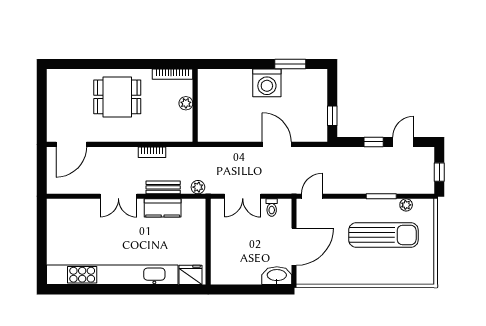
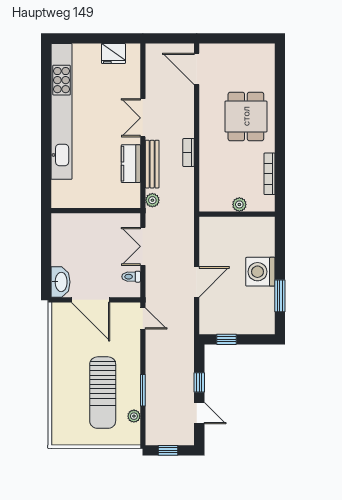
plant: (186, 103) -> (239, 204), moved
wall: (195, 105) -> (237, 214), moved
bench: (163, 187) -> (152, 164), width x1.36
fridge: (191, 275) -> (113, 54), moved, turned 90

